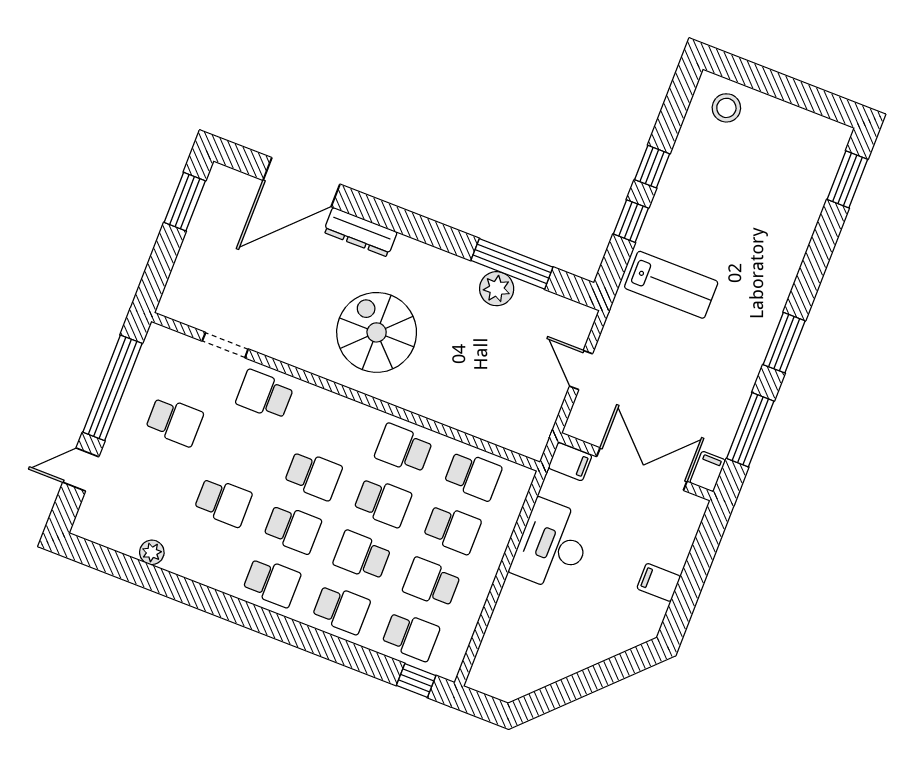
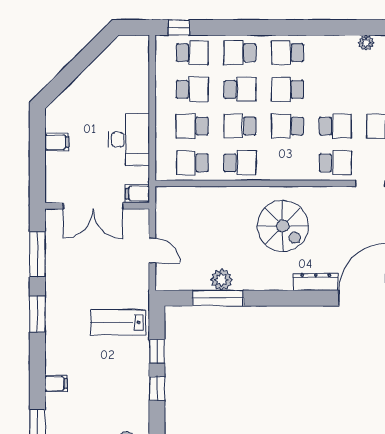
filing cabinet: (708, 471) -> (56, 383), moved, turned -90
school desk: (223, 502) -> (335, 126), moved, turned 180
school desk: (411, 636) -> (192, 53), turned 180

